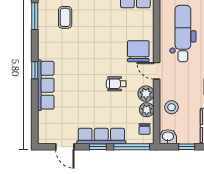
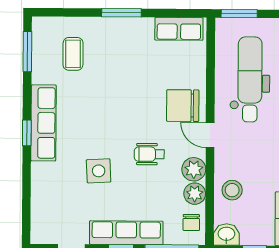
chair: (138, 51) -> (183, 106), turned -90
row of seats: (46, 85) -> (43, 123), moved
side table: (83, 95) -> (99, 171), added

